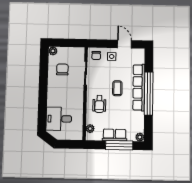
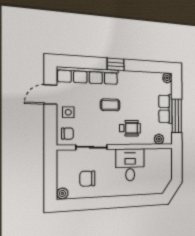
row of seats: (139, 87) -> (88, 76), moved
window: (149, 93) -> (116, 64), width x0.32
desk: (59, 119) -> (130, 165), moved, turned 180
window: (119, 145) -> (177, 116), moved

